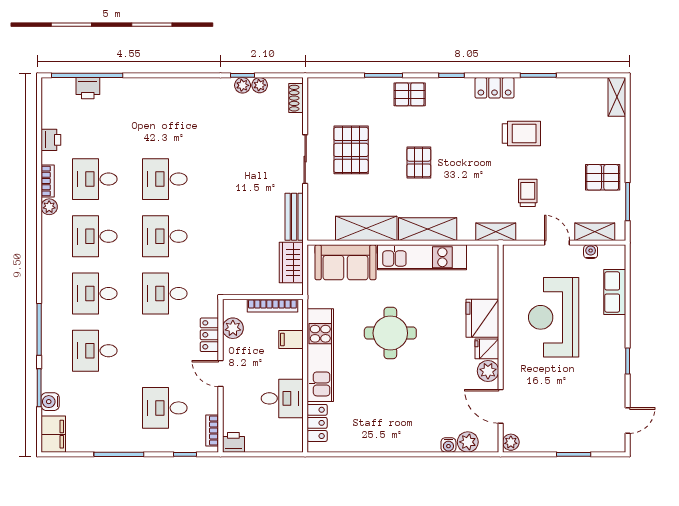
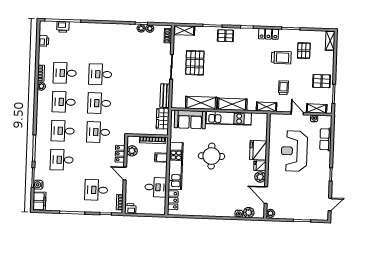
shelving: (328, 87) -> (184, 30), added
printer: (51, 140) -> (44, 41), moved
pallet: (419, 163) -> (304, 51), moved

